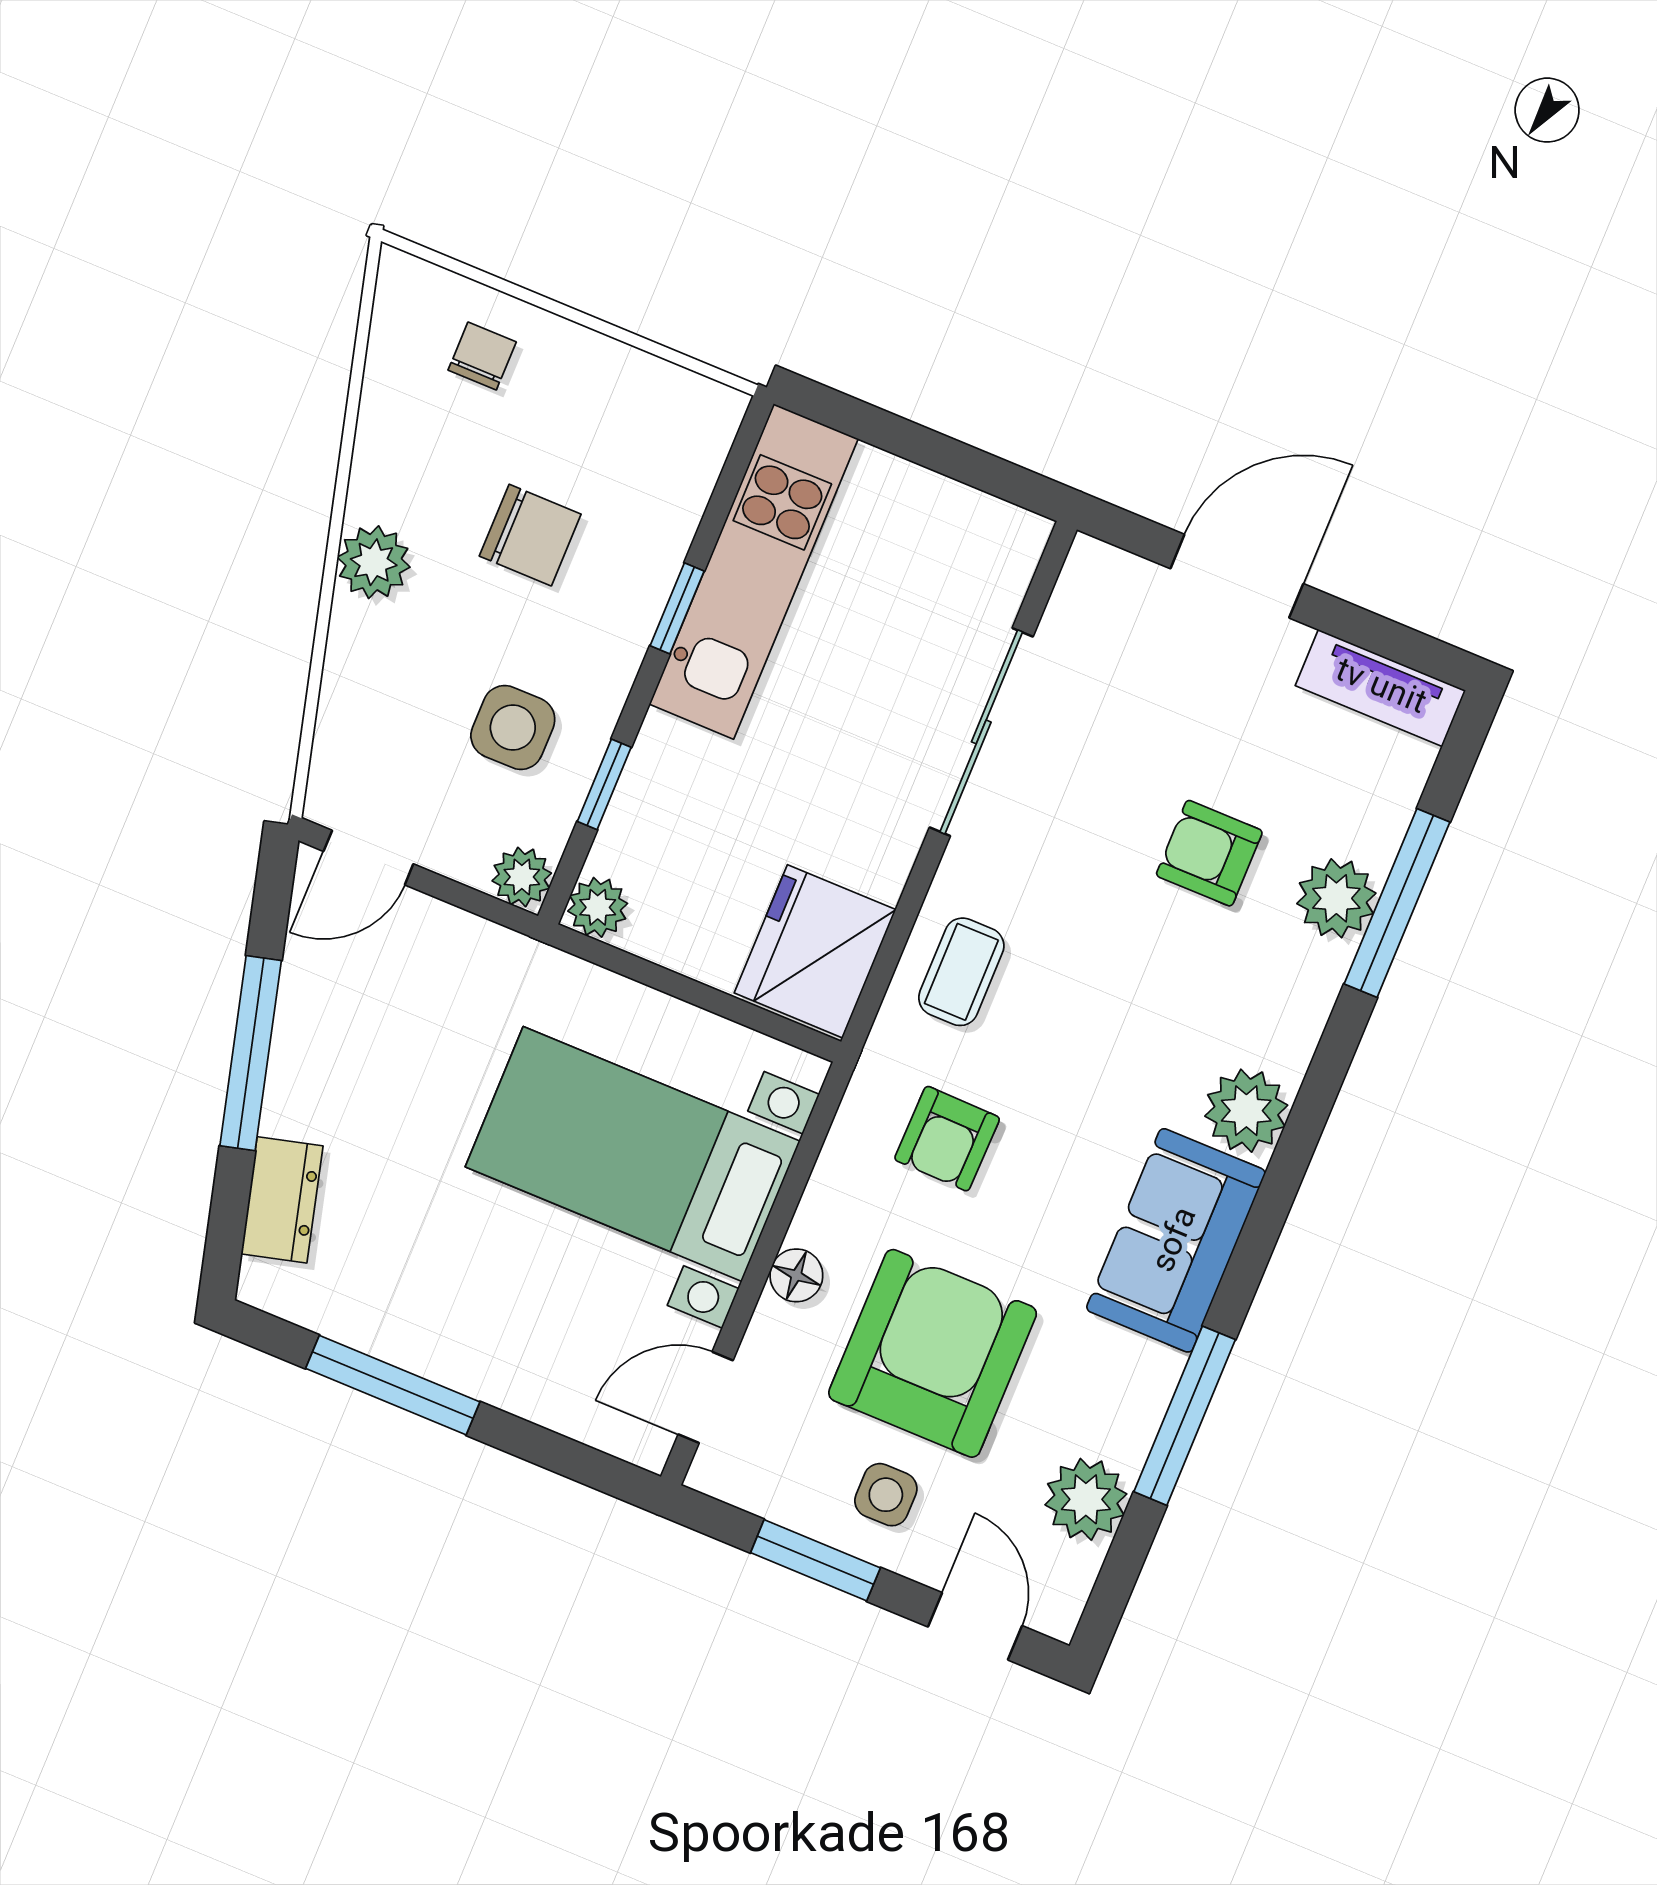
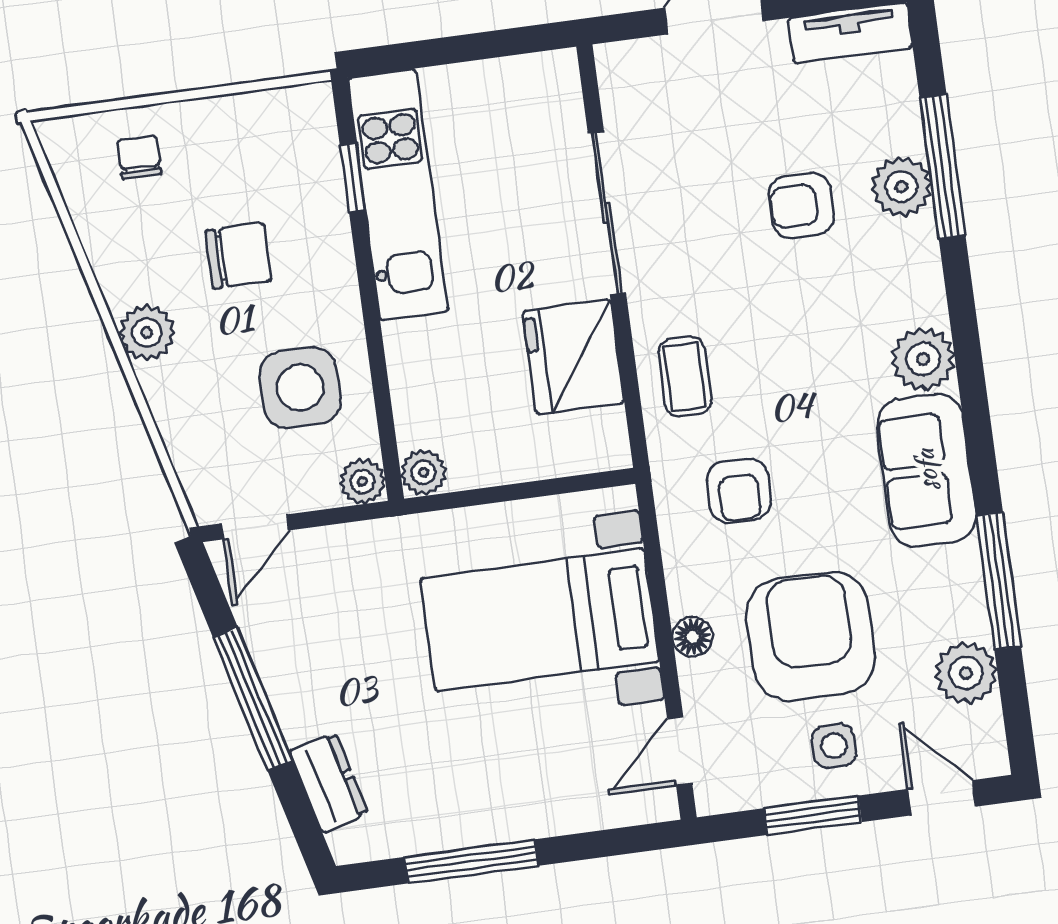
window: (677, 608) -> (352, 178), moved
side table: (513, 728) -> (300, 387), width x1.37, depth x1.37
window: (604, 784) -> (381, 390), removed
fridge: (815, 951) -> (573, 357), moved

